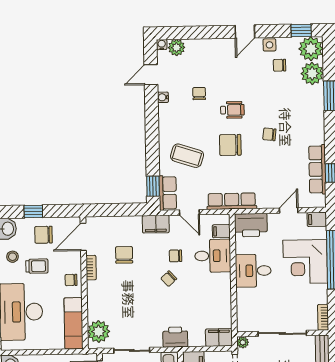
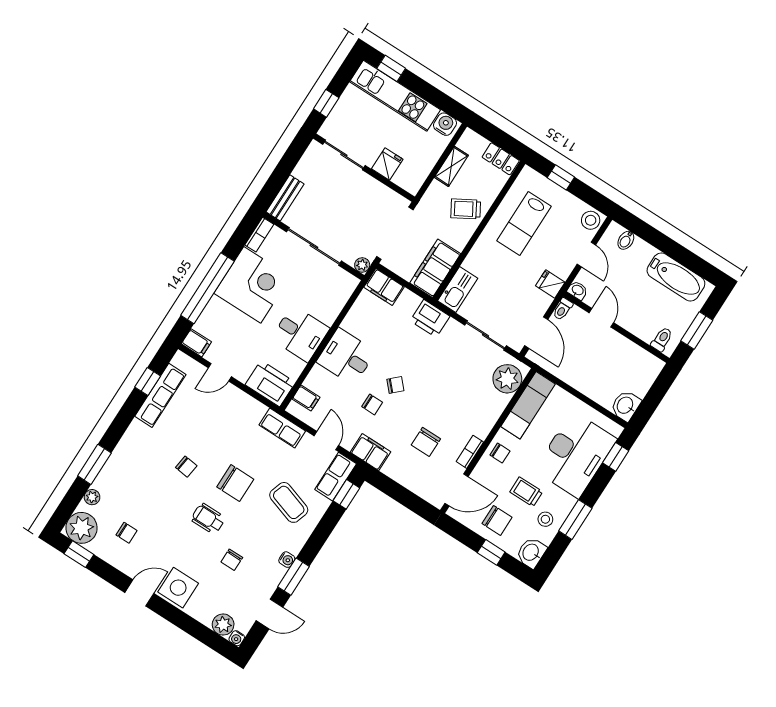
side table: (269, 45) -> (178, 588), moved, width x1.87, depth x1.87
plant: (312, 73) -> (92, 497), width x0.53, depth x0.53
water cooler: (163, 97) -> (287, 560), moved
window: (152, 109) -> (294, 577), added
row of seats: (232, 201) -> (282, 428), width x0.68
desk: (213, 256) -> (346, 357), moved
corner desk: (305, 262) -> (252, 285), moved

